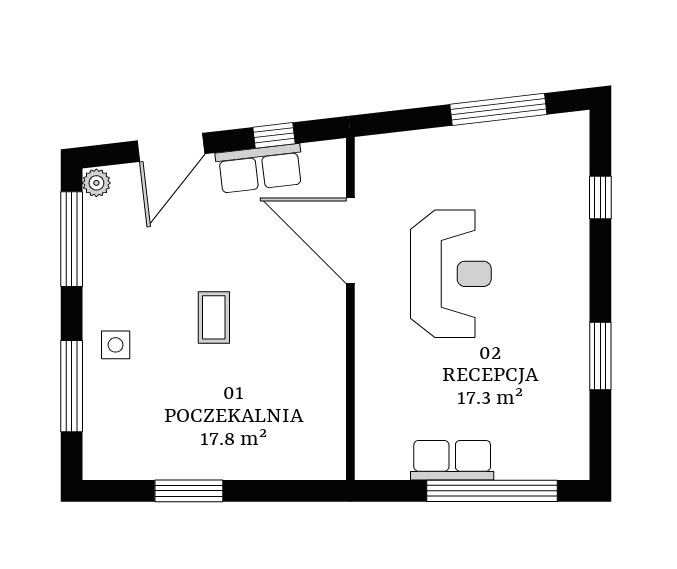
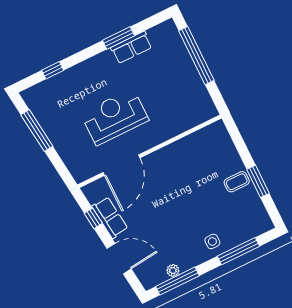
plant: (96, 183) -> (173, 271), moved
coffee table: (214, 317) -> (237, 182), moved
row of seats: (452, 460) -> (131, 47), moved, turned -90

